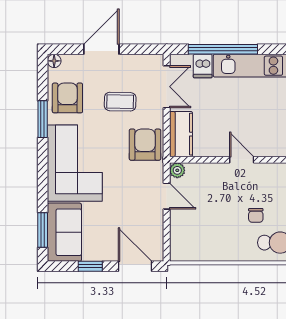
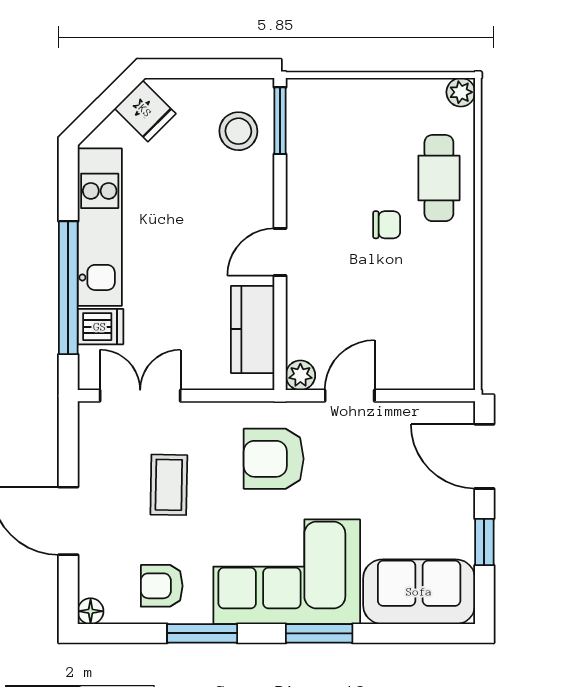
armchair: (67, 98) -> (162, 586), width x0.72, depth x0.72
kitchen counter: (181, 134) -> (253, 329), moved, turned -90
armchair: (145, 145) -> (274, 459), moved
window: (43, 230) -> (319, 633), moved
door: (135, 266) -> (484, 456), hinge flipped

